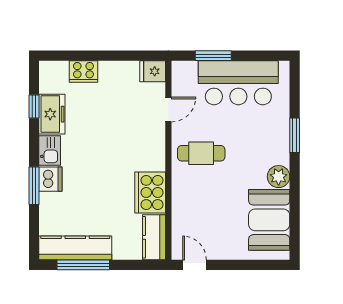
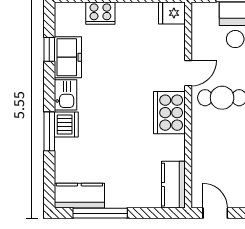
door: (168, 109) -> (188, 73), moved
cooker: (150, 192) -> (169, 113), moved
kitchen counter: (75, 248) -> (79, 196), width x0.67

